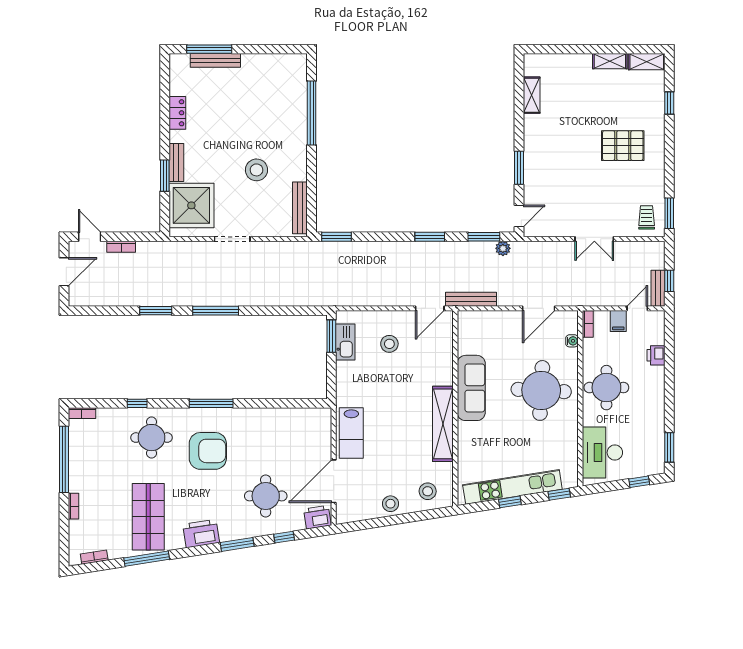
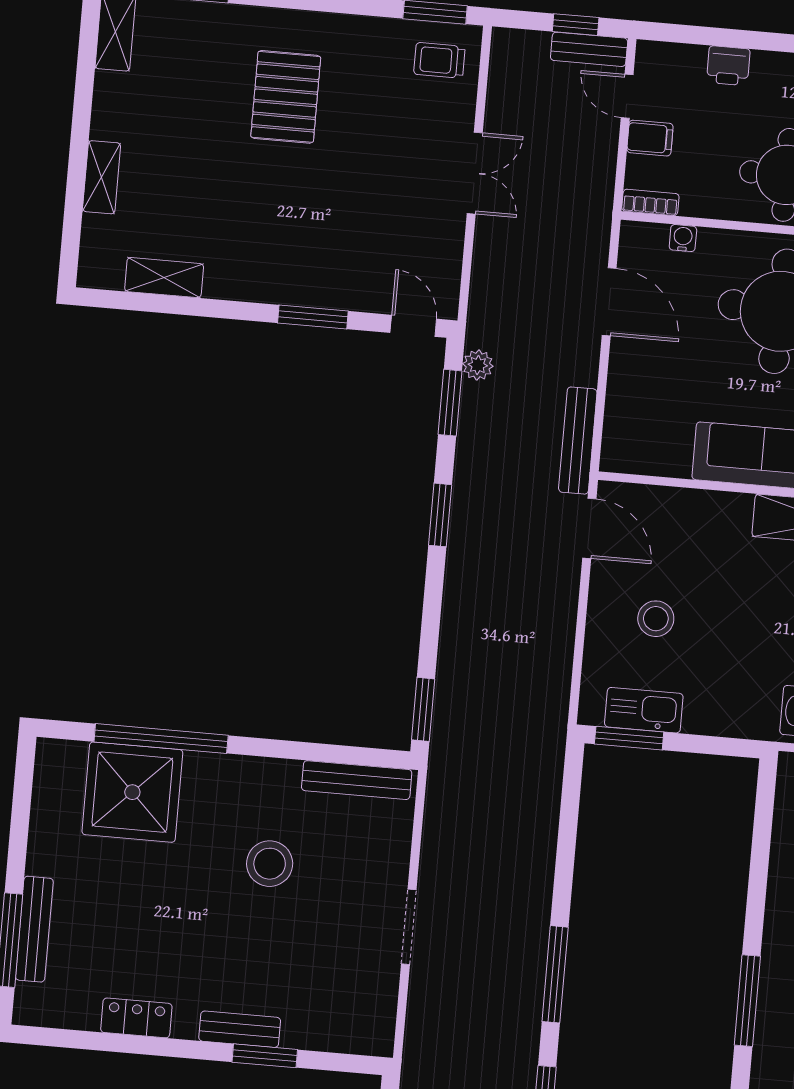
shelving: (610, 61) -> (102, 177), moved
shower: (191, 205) -> (132, 792), moved

